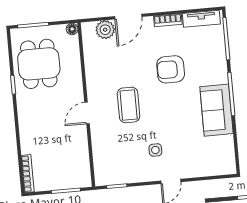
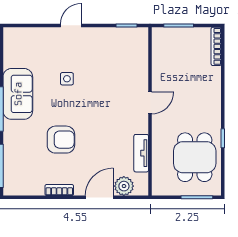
tv unit: (201, 19) -> (141, 153), moved, turned -90
floor lamp: (72, 29) -> (158, 190), removed
coffee table: (129, 105) -> (107, 107), removed
side table: (155, 150) -> (67, 79), moved

